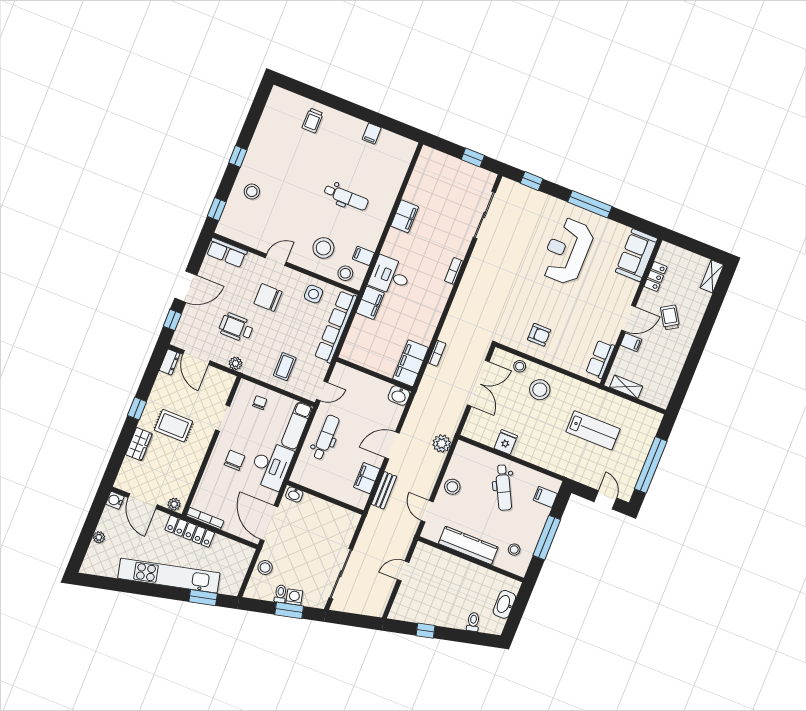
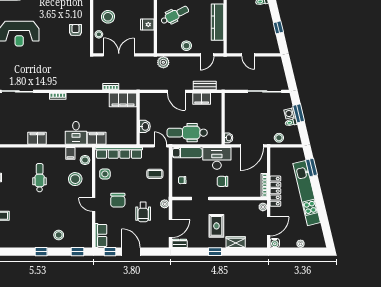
window: (172, 320) -> (110, 252), moved
washbasin: (399, 396) -> (145, 126), moved
dental chair: (326, 437) -> (187, 133), width x1.36, depth x1.38

